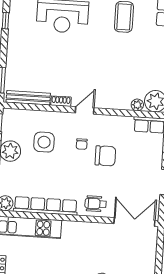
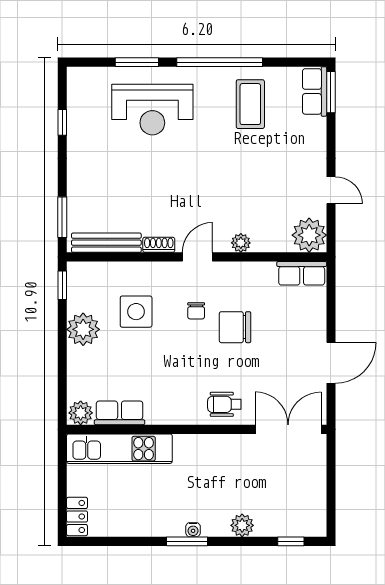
plant: (137, 105) -> (241, 243), moved
chair: (105, 156) -> (235, 327), turned 180
row of seats: (46, 206) -> (120, 413), width x0.50

